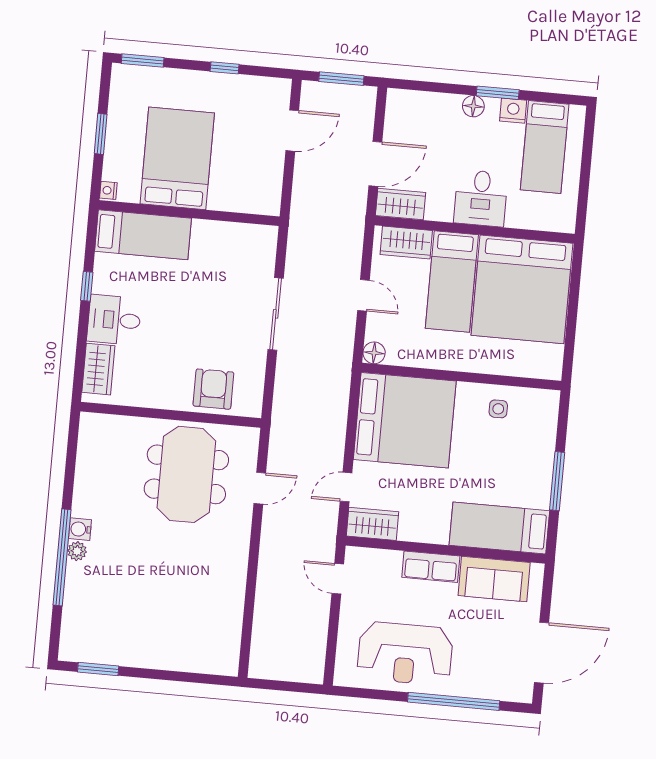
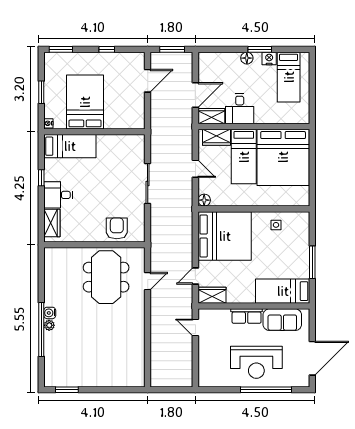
desk: (481, 198) -> (240, 109), moved
reception desk: (405, 653) -> (256, 362), moved

